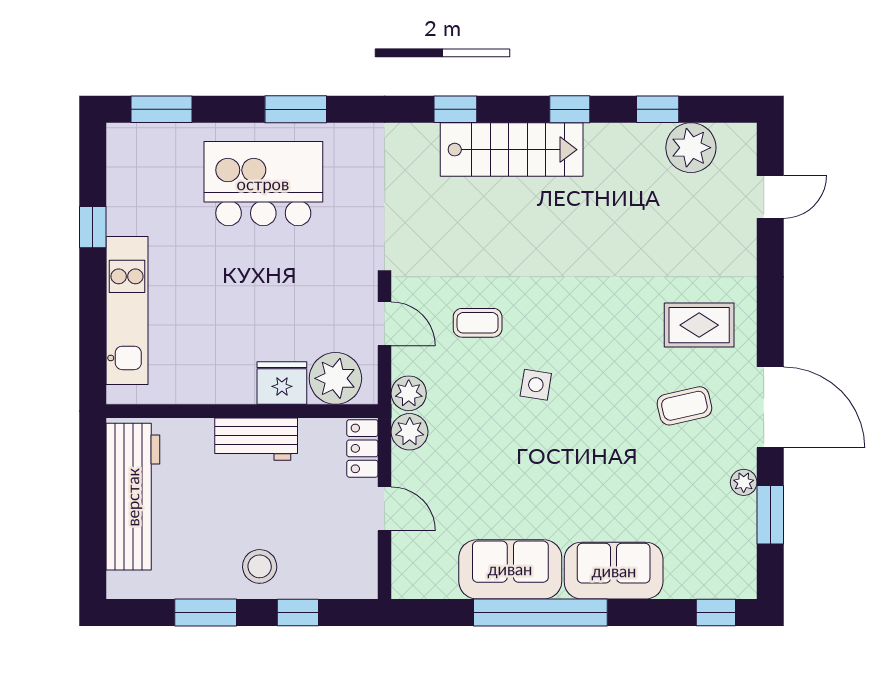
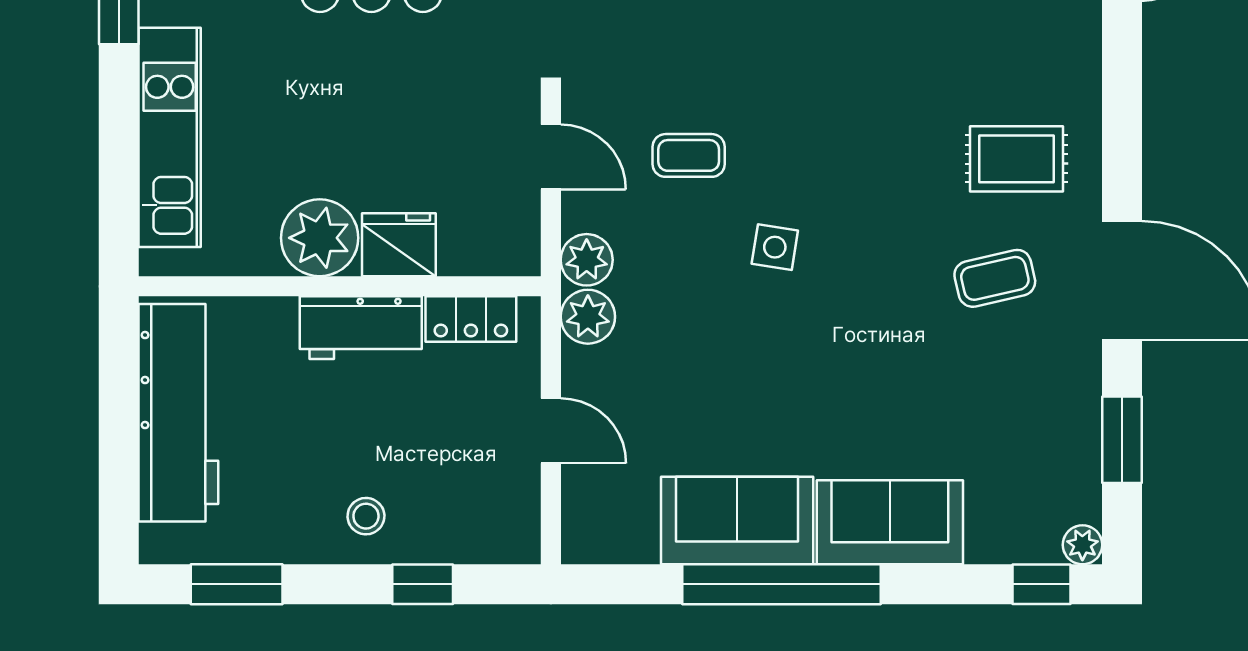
plant: (335, 378) -> (320, 238), moved
locker: (362, 448) -> (471, 319), moved, turned -90
plant: (744, 482) -> (1082, 545), moved
stool: (260, 566) -> (366, 516), width x0.73, depth x0.73
window: (206, 612) -> (237, 584), moved

